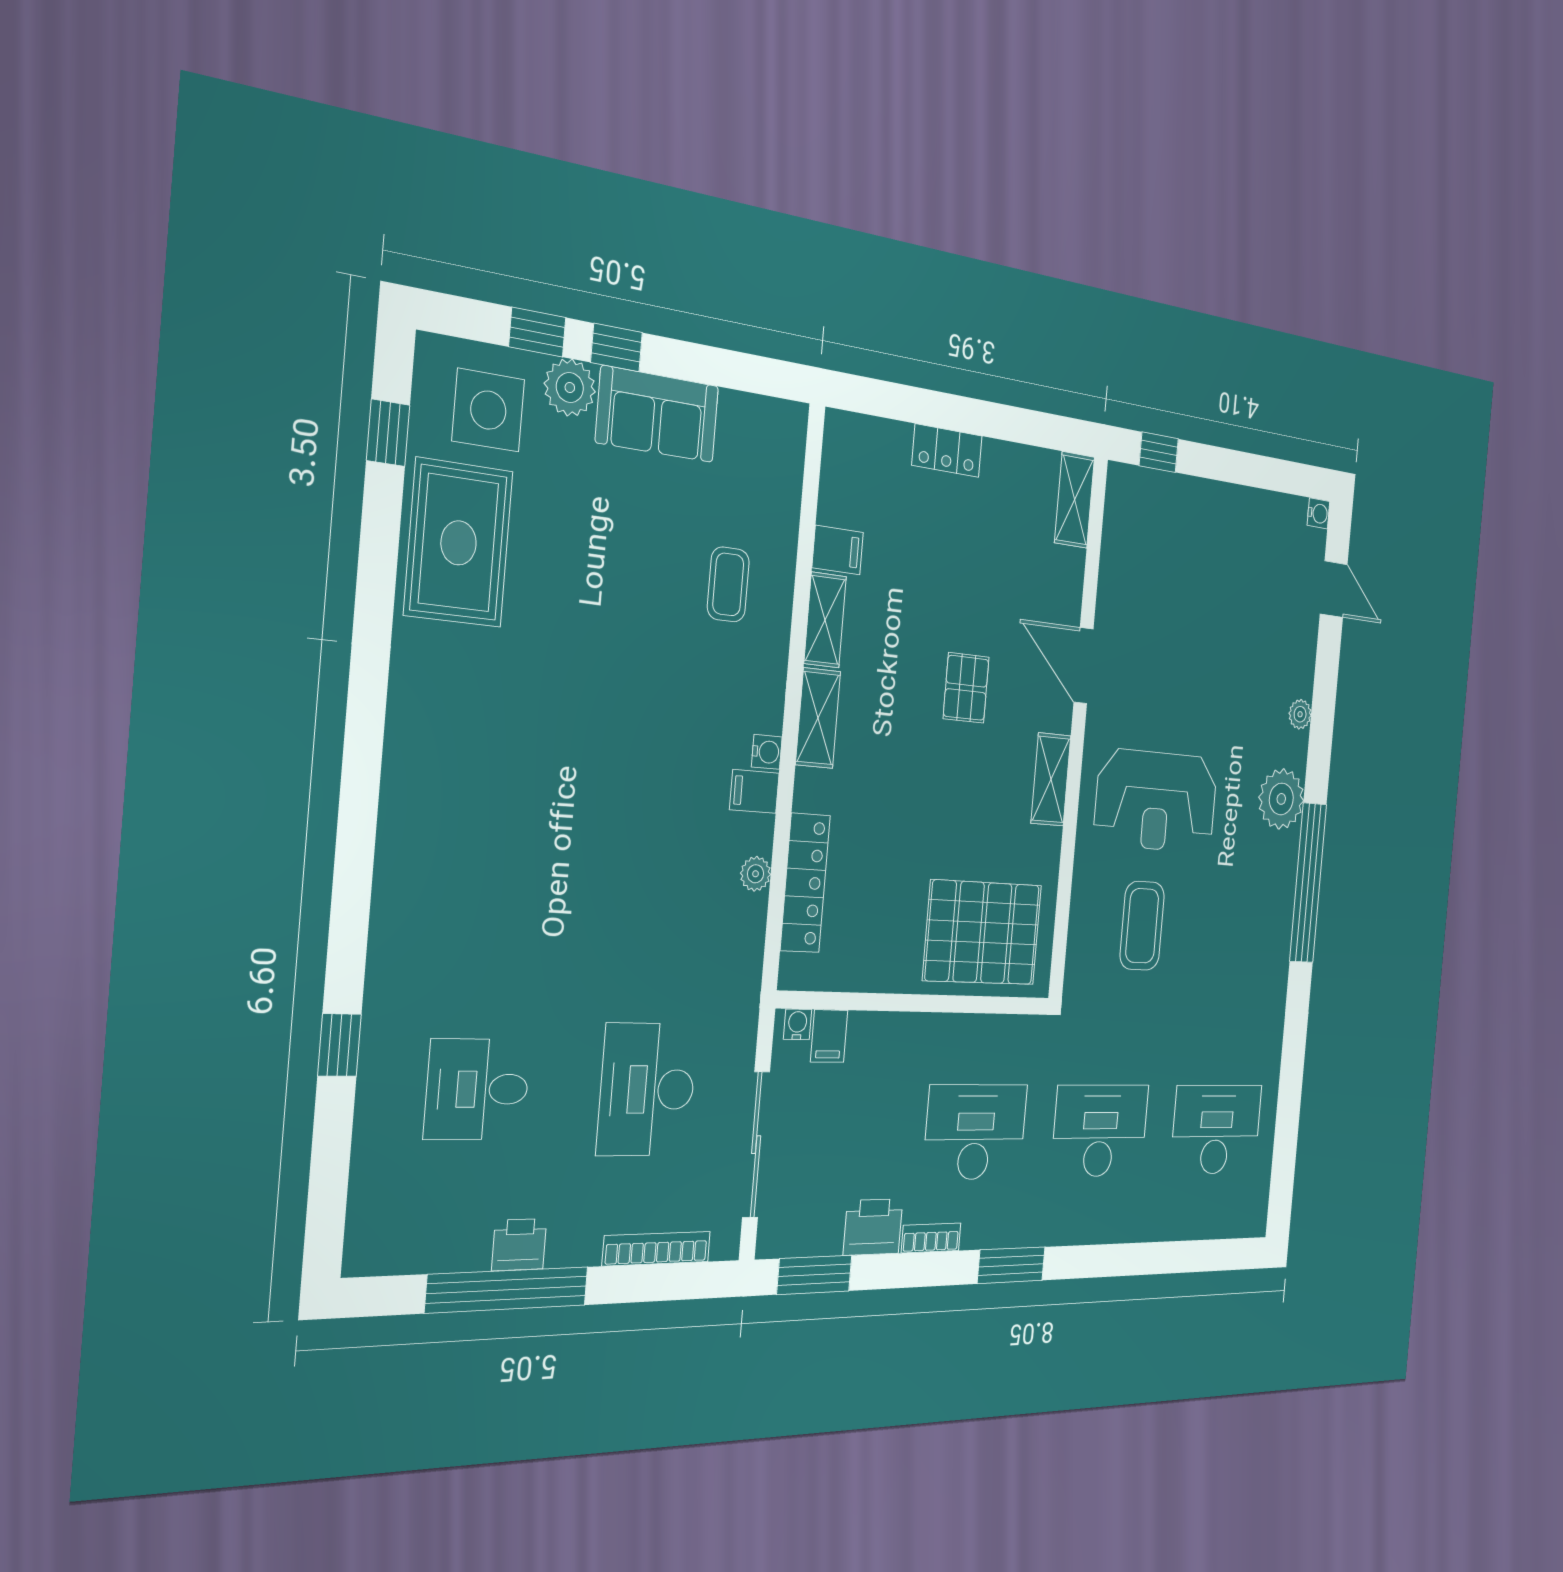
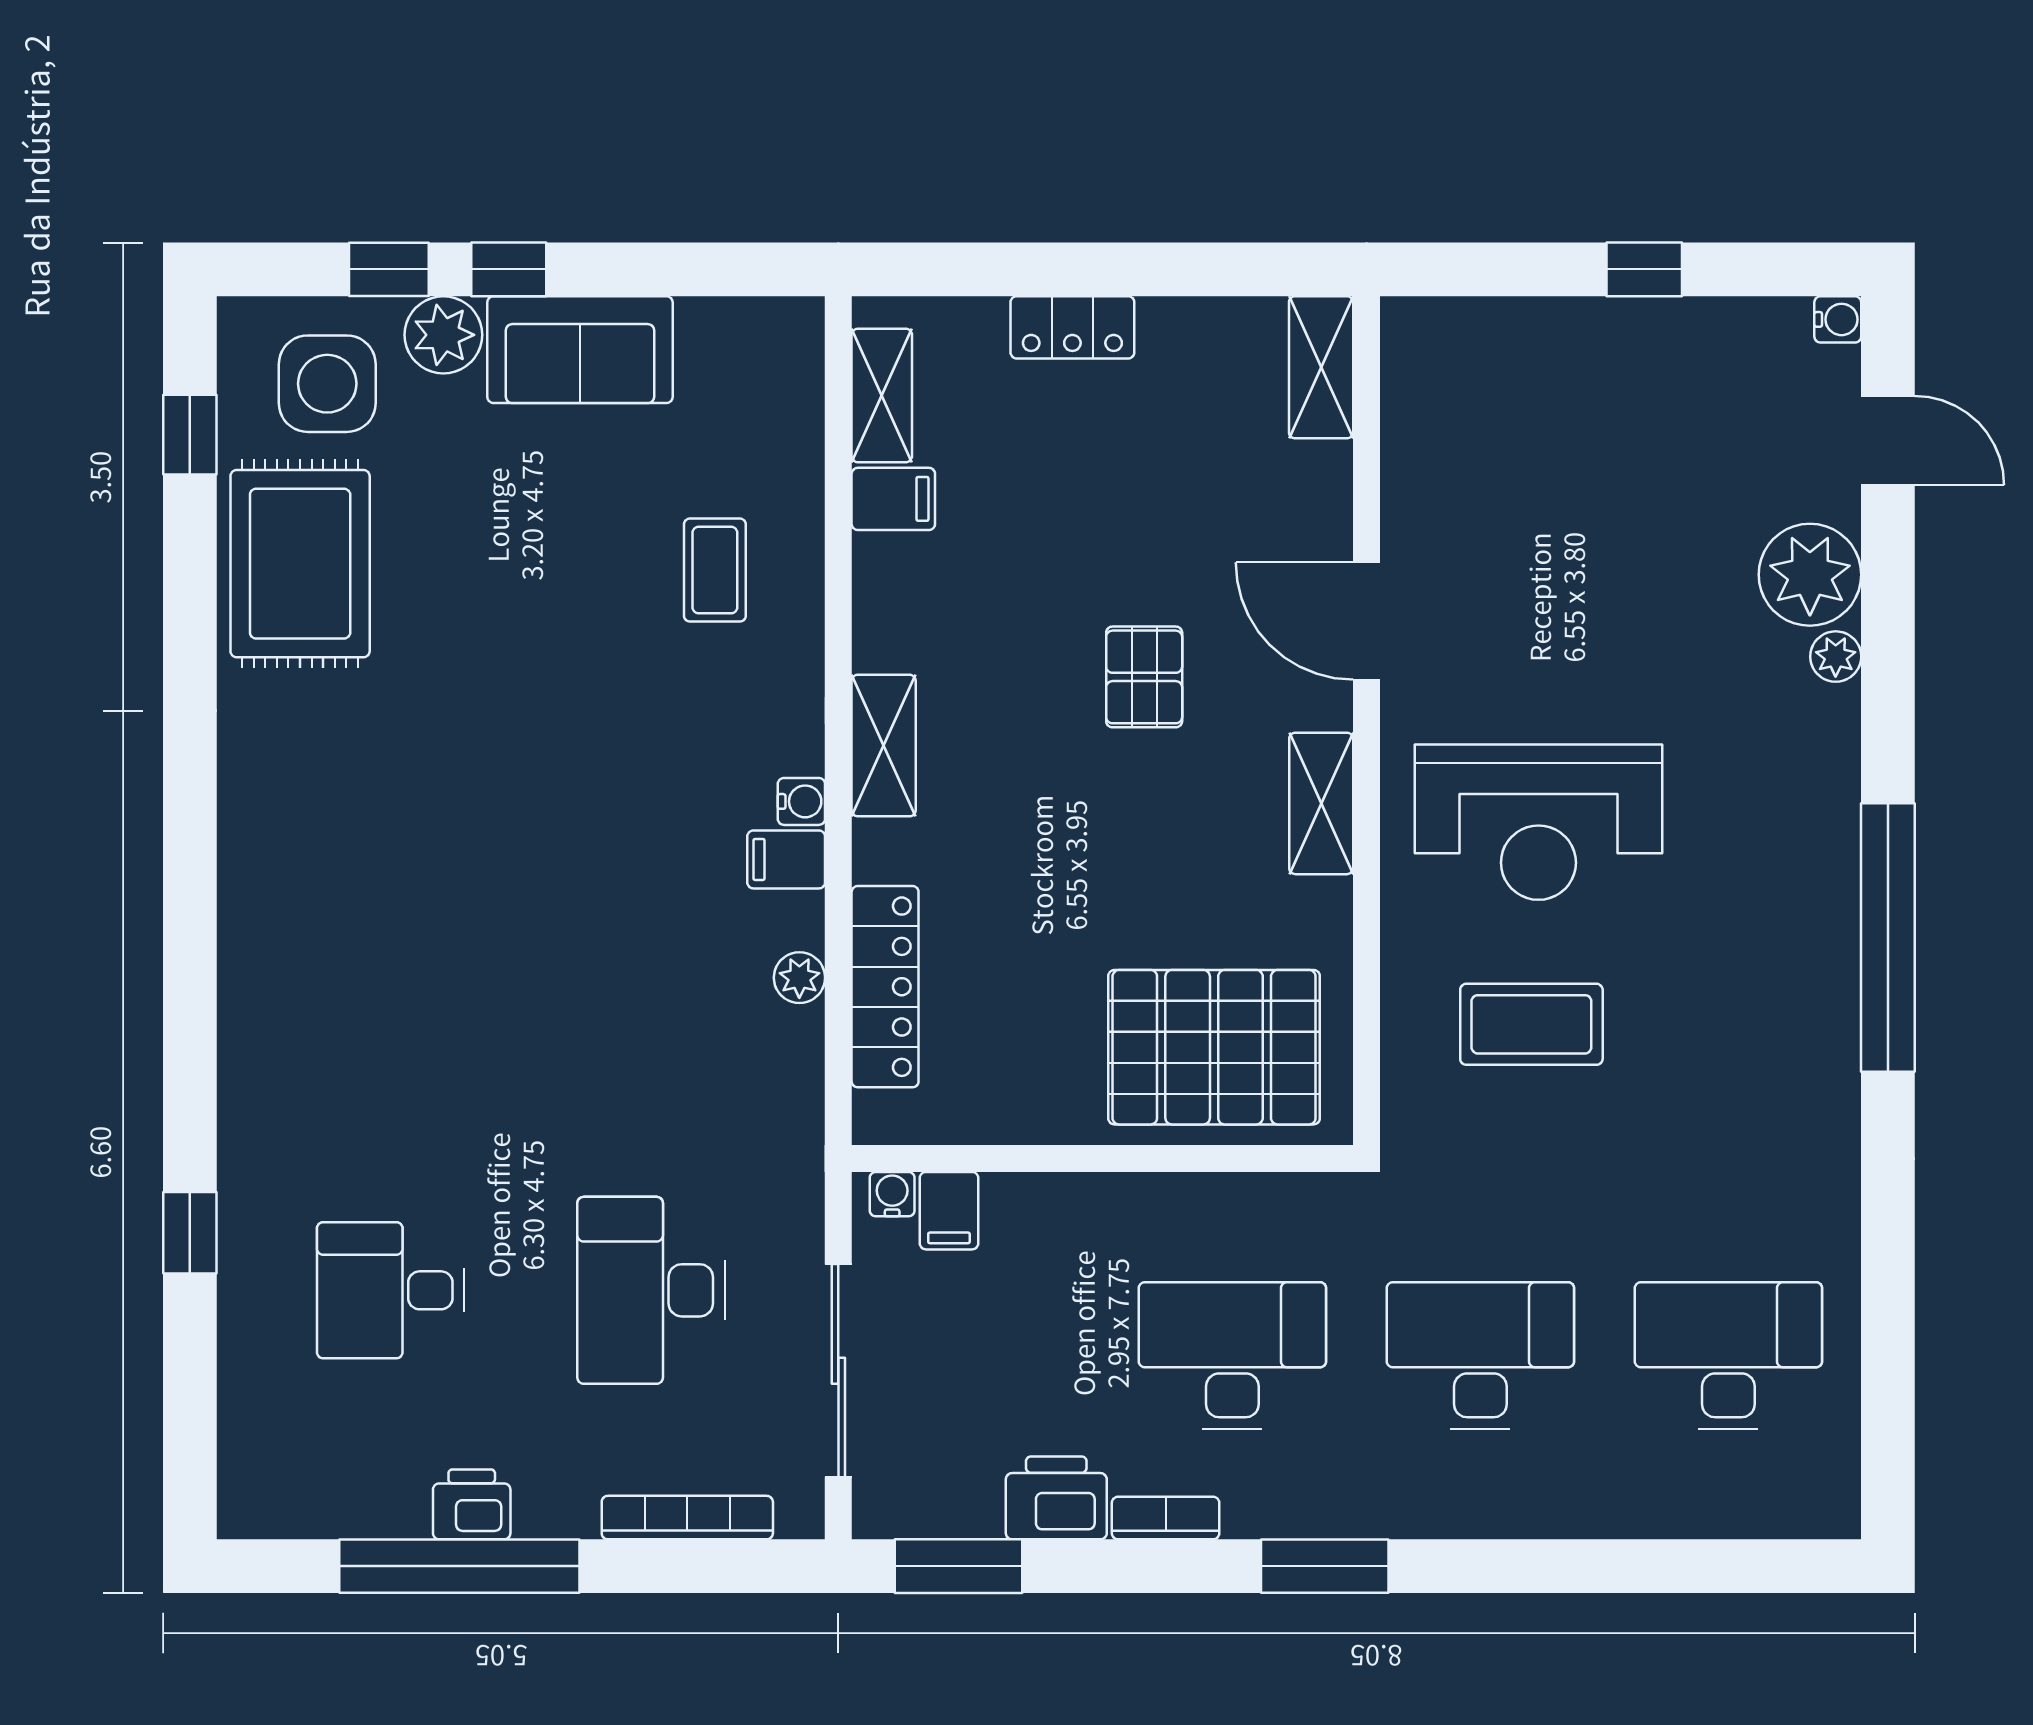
window: (1159, 452) -> (1644, 269), moved
shelving: (825, 620) -> (882, 395), moved
plant: (1281, 799) -> (1810, 575), moved
coffee table: (1142, 926) -> (1531, 1024), turned 90

